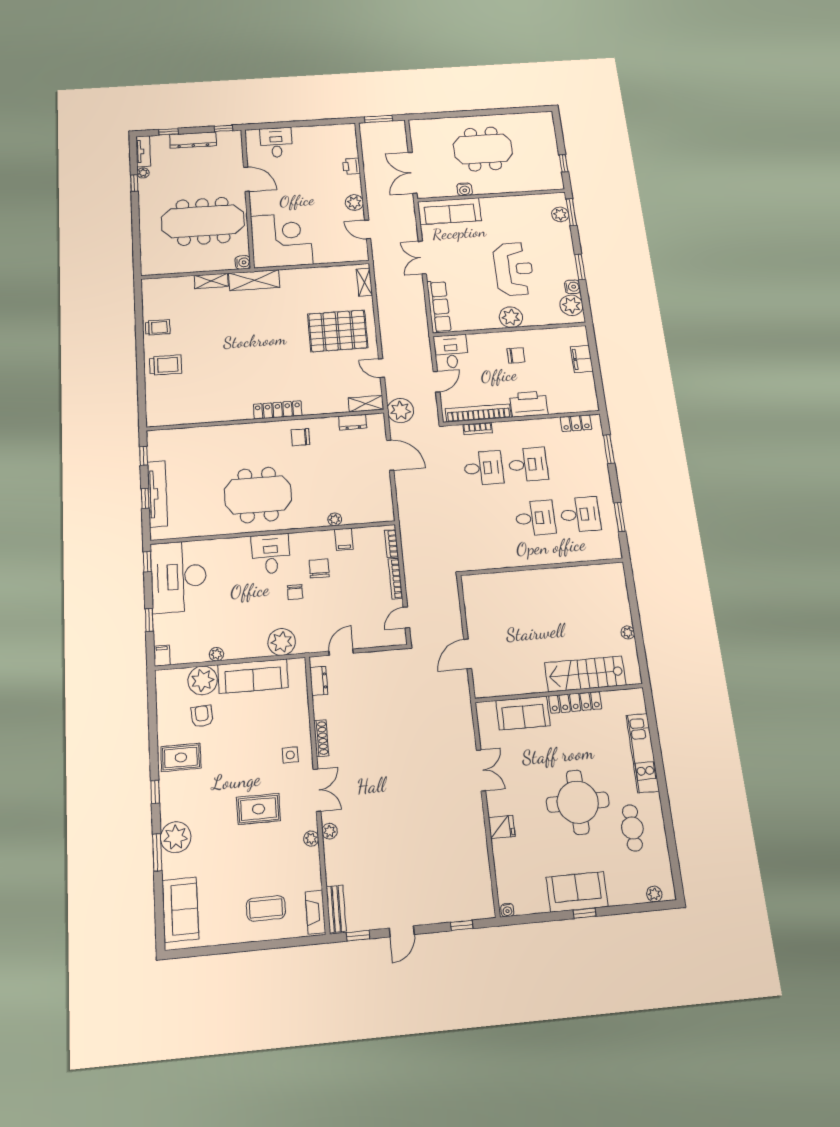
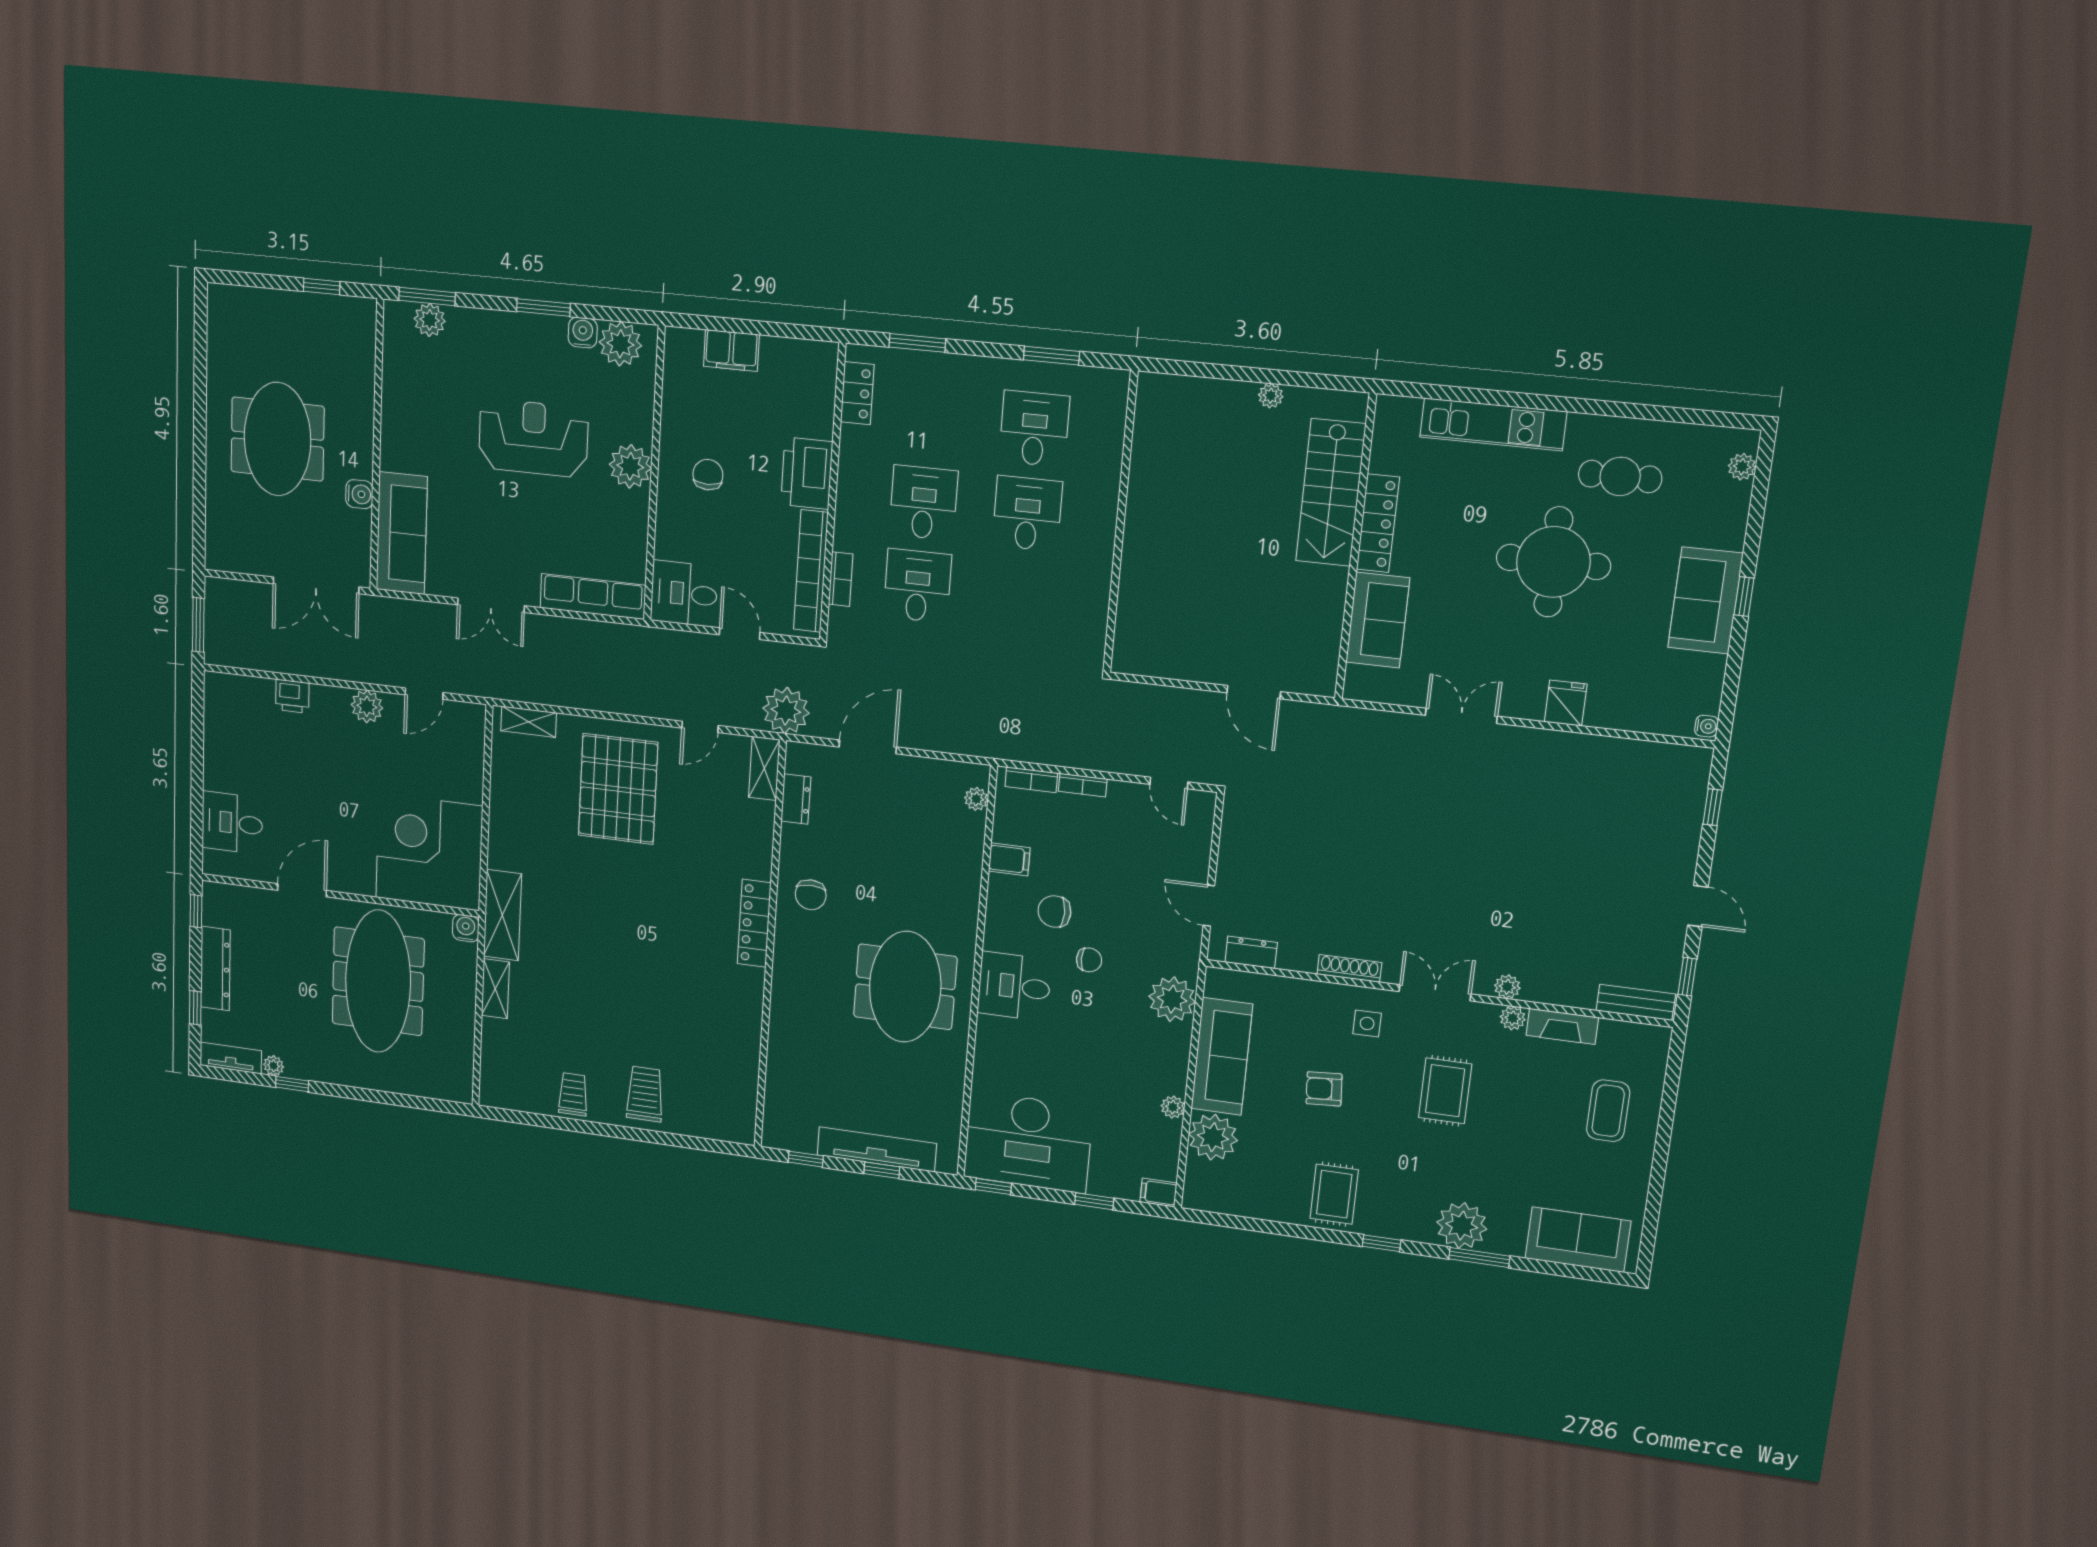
plant: (335, 519) -> (976, 799), moved
bookcase: (395, 579) -> (1083, 785), width x0.64
armchair: (202, 716) -> (1324, 1089), moved
fireplace: (315, 912) -> (1562, 1026), moved

